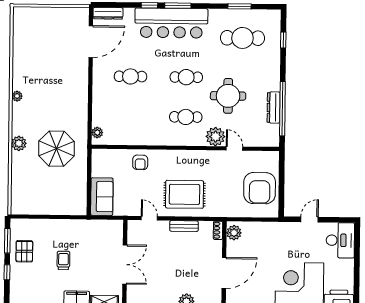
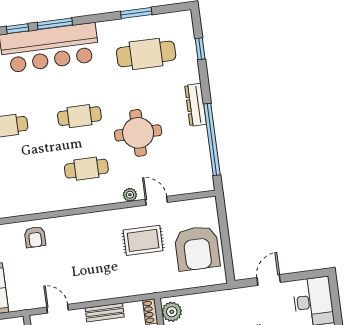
dresser: (274, 107) -> (196, 105), moved
plant: (215, 137) -> (130, 195), width x0.53, depth x0.53
rug: (185, 194) -> (143, 240), moved, width x0.73, depth x0.70

